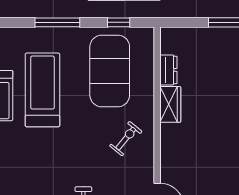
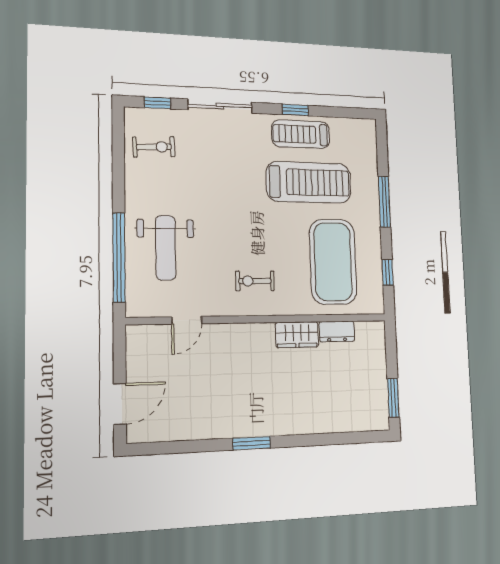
exercise mat: (110, 71) -> (333, 262), turned 90
exercise bike: (126, 139) -> (255, 281), turned 141

